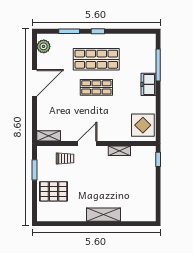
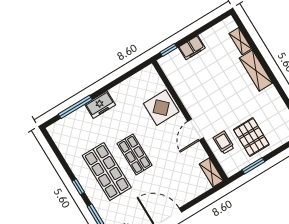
display table: (143, 125) -> (161, 108), moved
door: (87, 144) -> (196, 130), hinge flipped
shelving: (119, 151) -> (240, 41), moved
filing cabinet: (149, 178) -> (192, 48), added
pallet: (53, 191) -> (251, 137), moved

